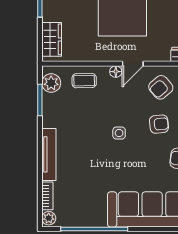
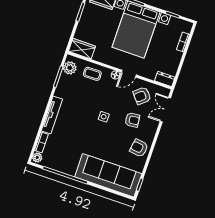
wardrobe: (52, 39) -> (82, 49), moved, turned -90

